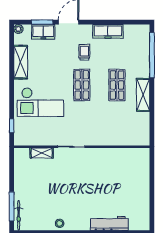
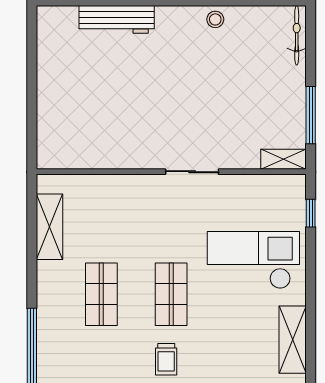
shelving: (143, 95) -> (49, 227), moved
shelving: (42, 153) -> (283, 159), moved
window: (12, 206) -> (311, 115), moved

